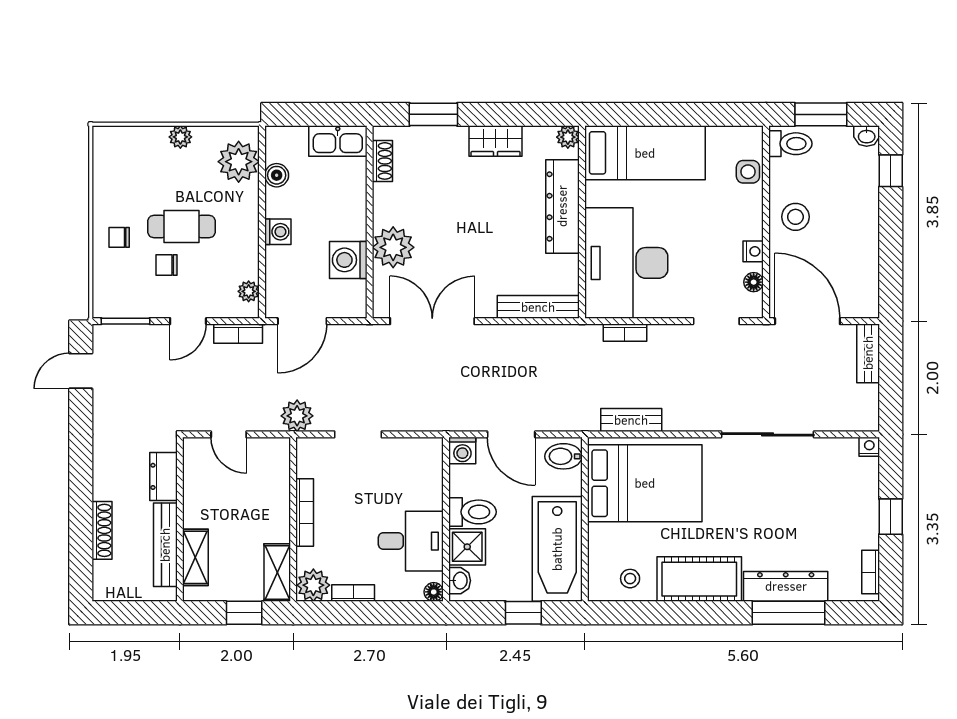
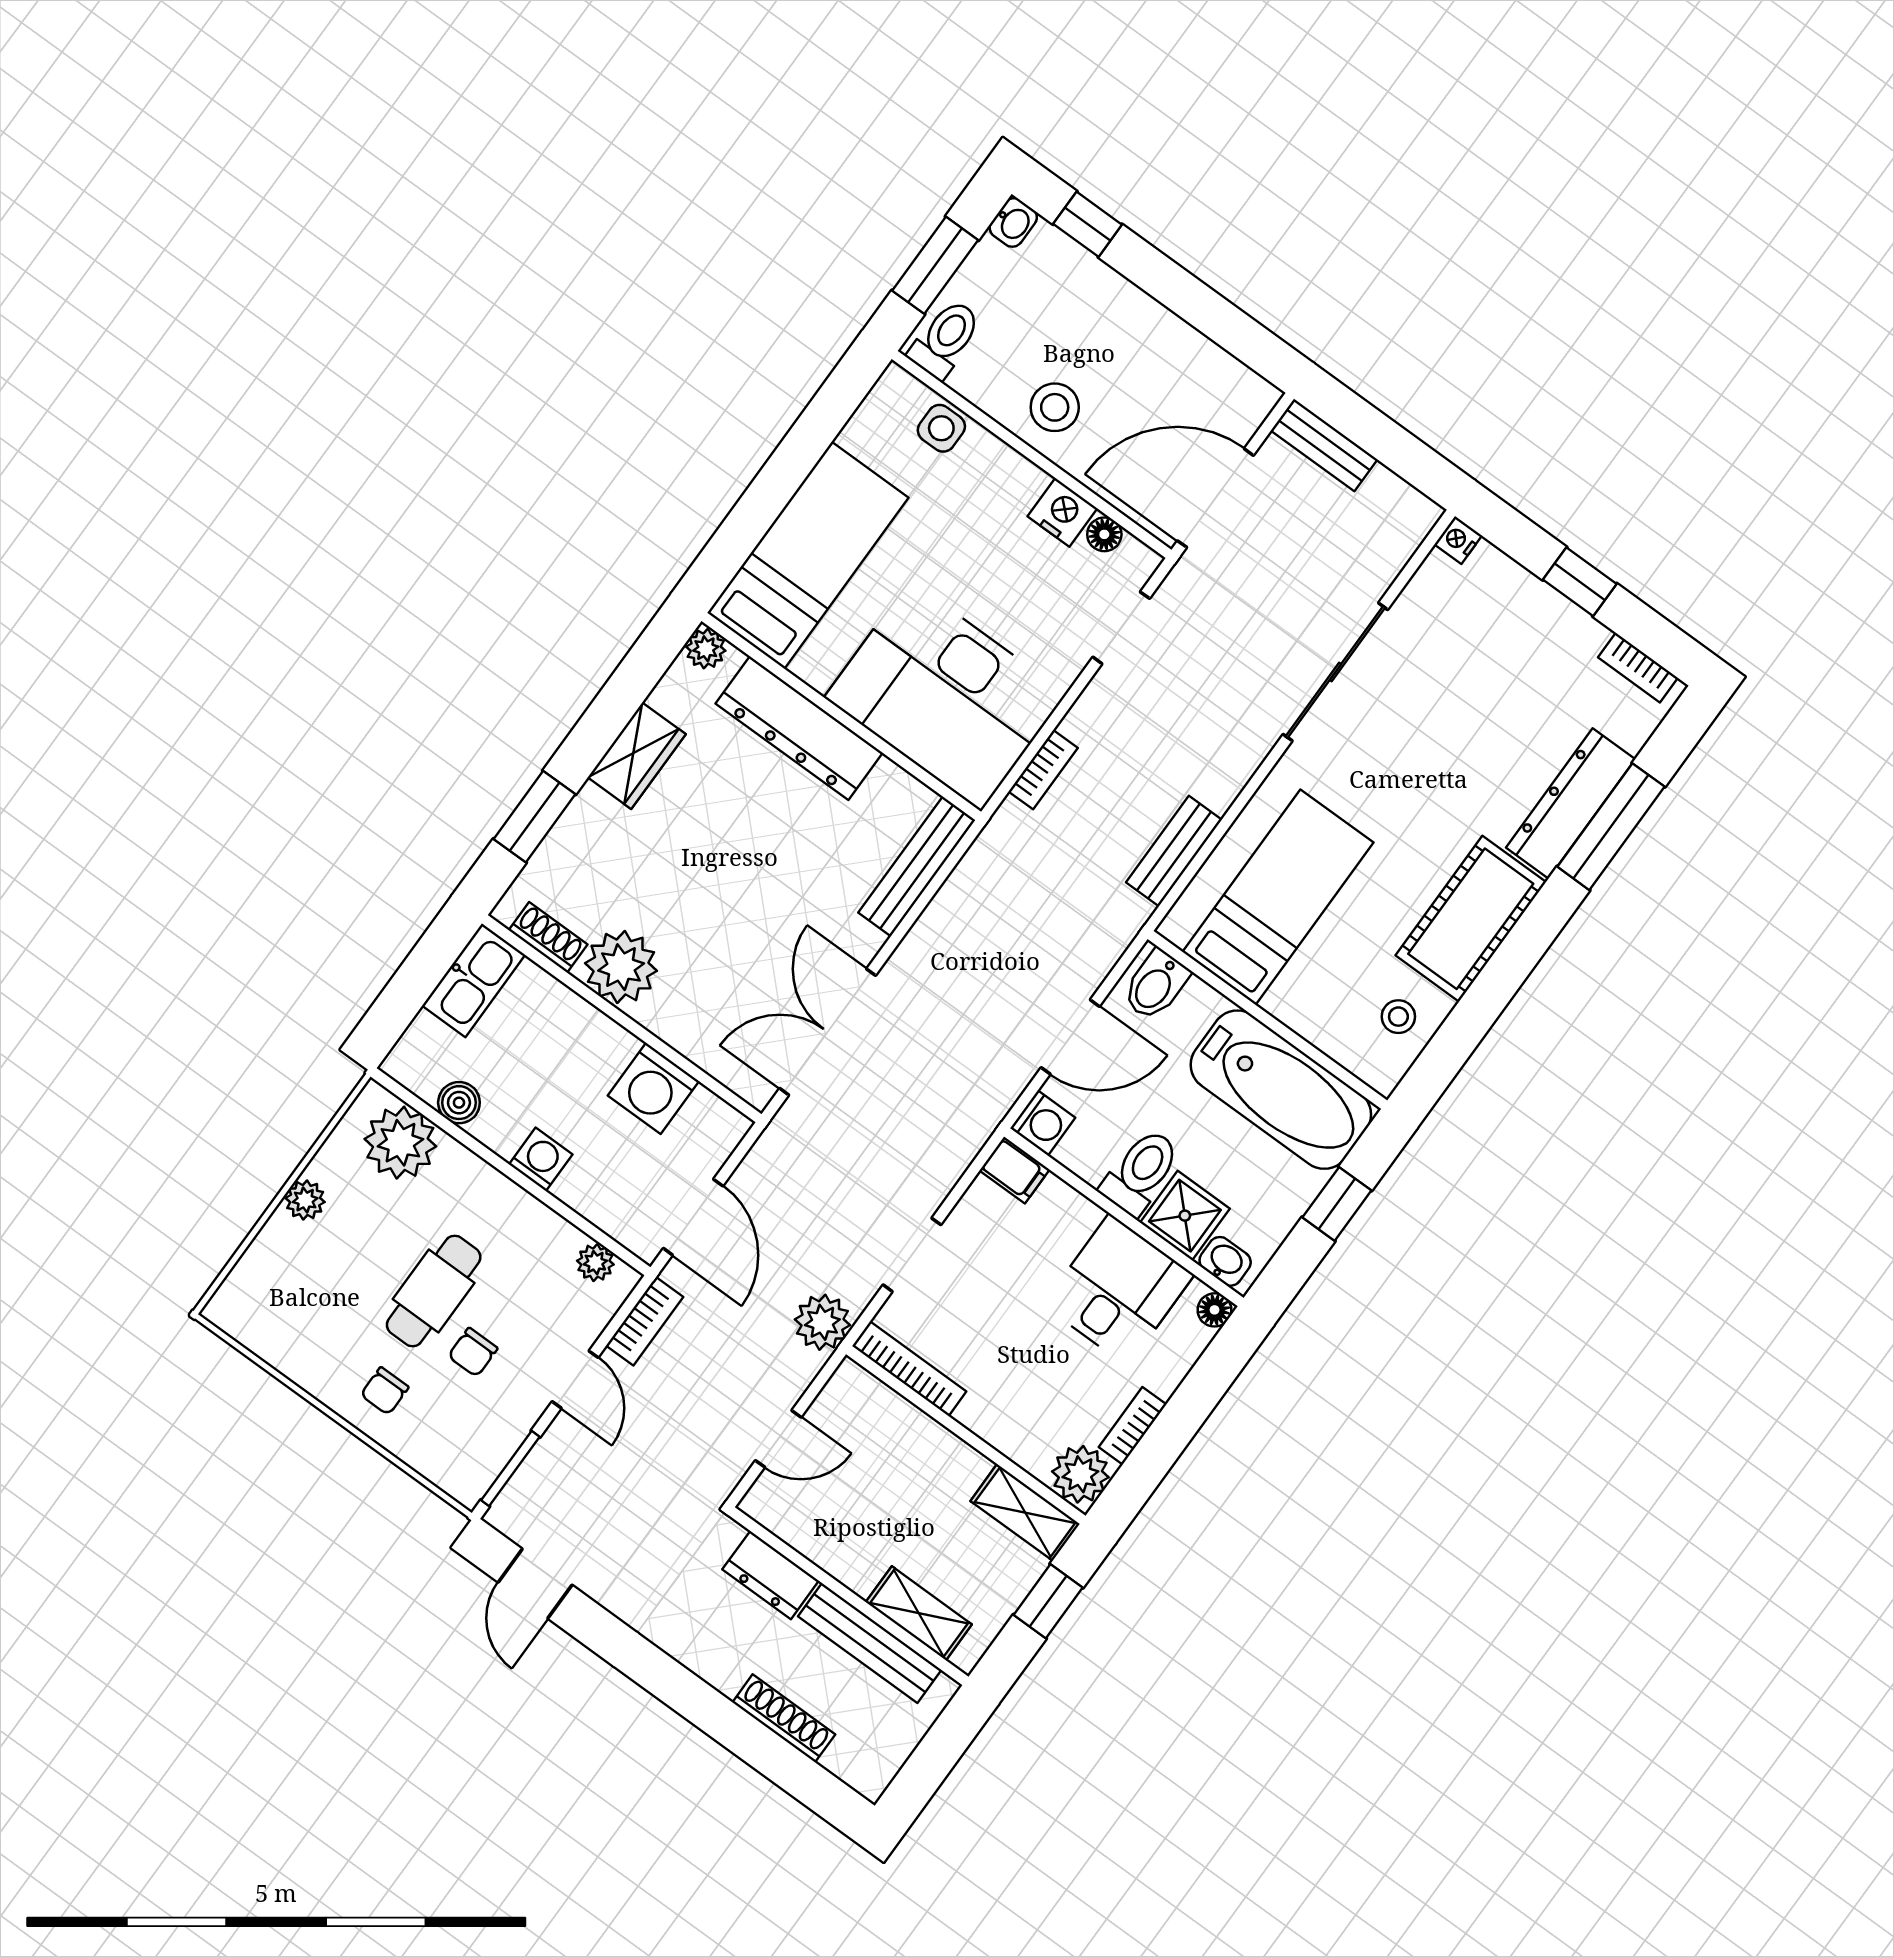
plant: (393, 247) -> (621, 967), moved
nightstand: (753, 251) -> (1062, 512), width x1.39, depth x1.35
filing cabinet: (431, 453) -> (1015, 1170), added
bed: (645, 483) -> (1278, 897), width x0.67
bookcase: (305, 513) -> (909, 1369), moved

